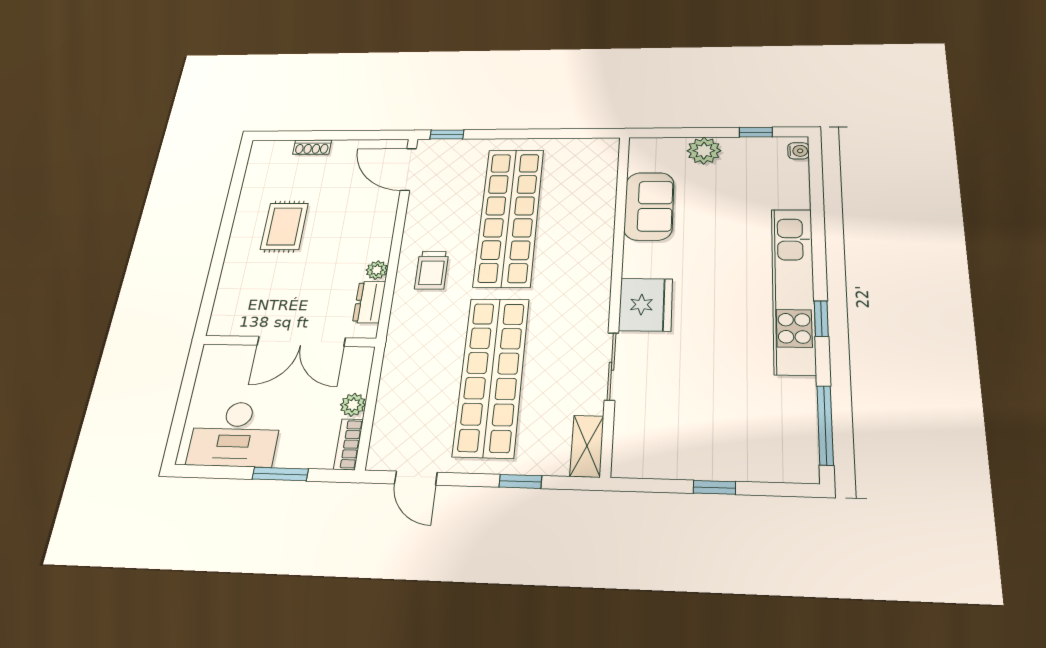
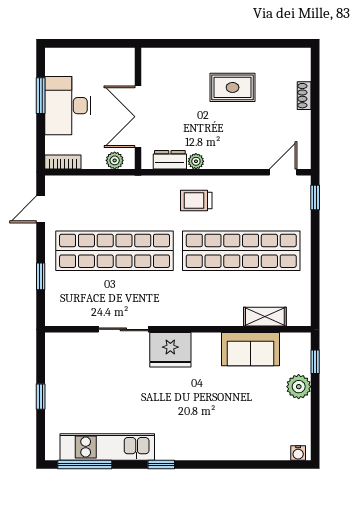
window: (756, 132) -> (315, 362), moved
door: (408, 169) -> (283, 172), width x0.73
kitchen unit: (793, 290) -> (107, 447), moved, width x0.73
plant: (353, 405) -> (115, 160), moved
desk: (235, 434) -> (68, 106), moved
shelving: (587, 446) -> (265, 317), moved
window: (280, 474) -> (41, 96), moved

